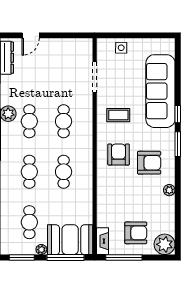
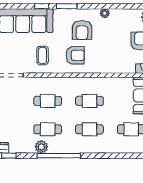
armchair: (119, 155) -> (75, 55), turned 180
armchair: (149, 163) -> (82, 30), turned 180

